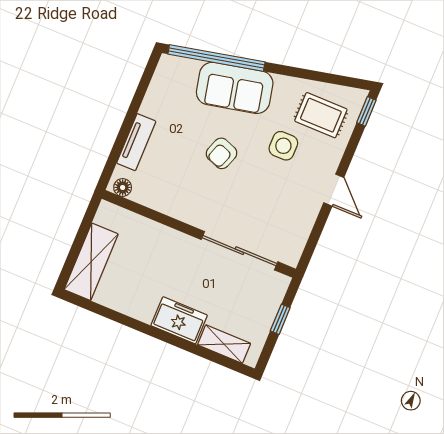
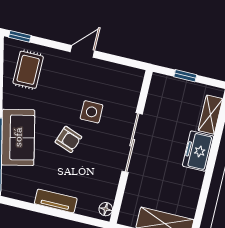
tv unit: (136, 142) -> (56, 201), moved
side table: (283, 146) -> (92, 112), moved
sliding door: (240, 251) -> (132, 143), moved

